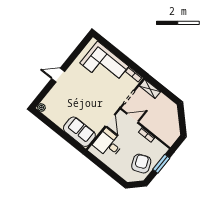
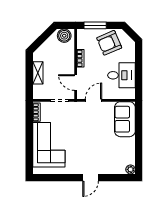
door: (58, 75) -> (91, 178), hinge flipped
shelving: (150, 89) -> (38, 73), moved
boiler: (171, 136) -> (64, 36), added
desk: (108, 144) -> (121, 75), moved, turned -90

